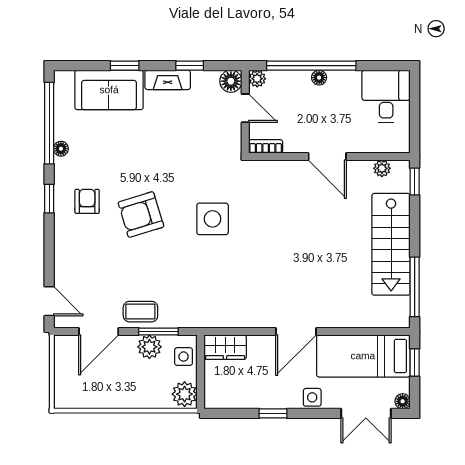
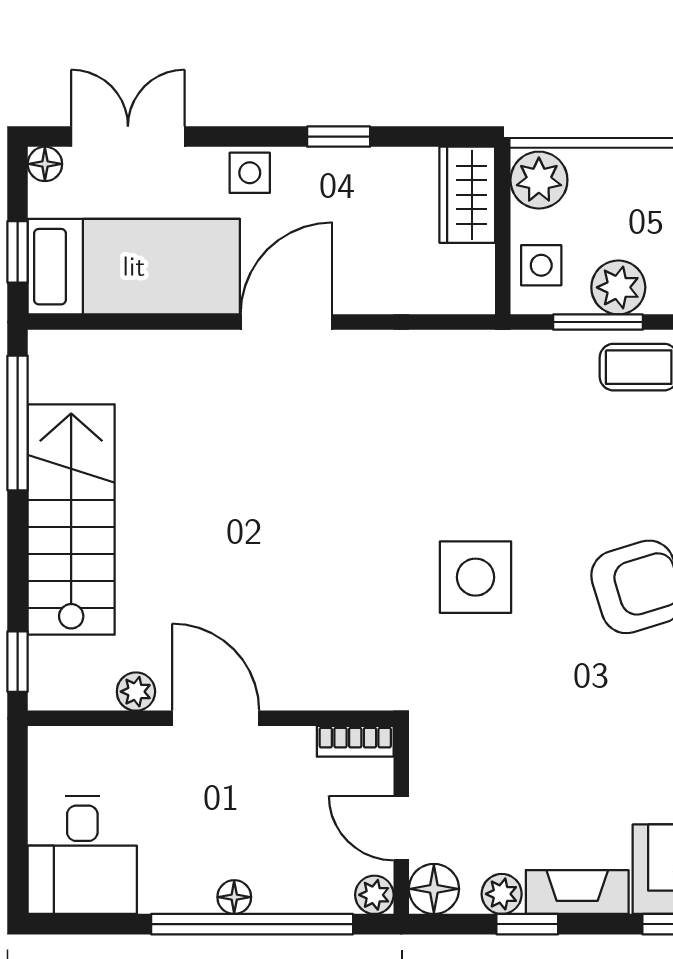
plant: (201, 79) -> (502, 894), added
plant: (382, 168) -> (136, 692), moved
wardrobe: (225, 347) -> (467, 195), moved, turned -90

